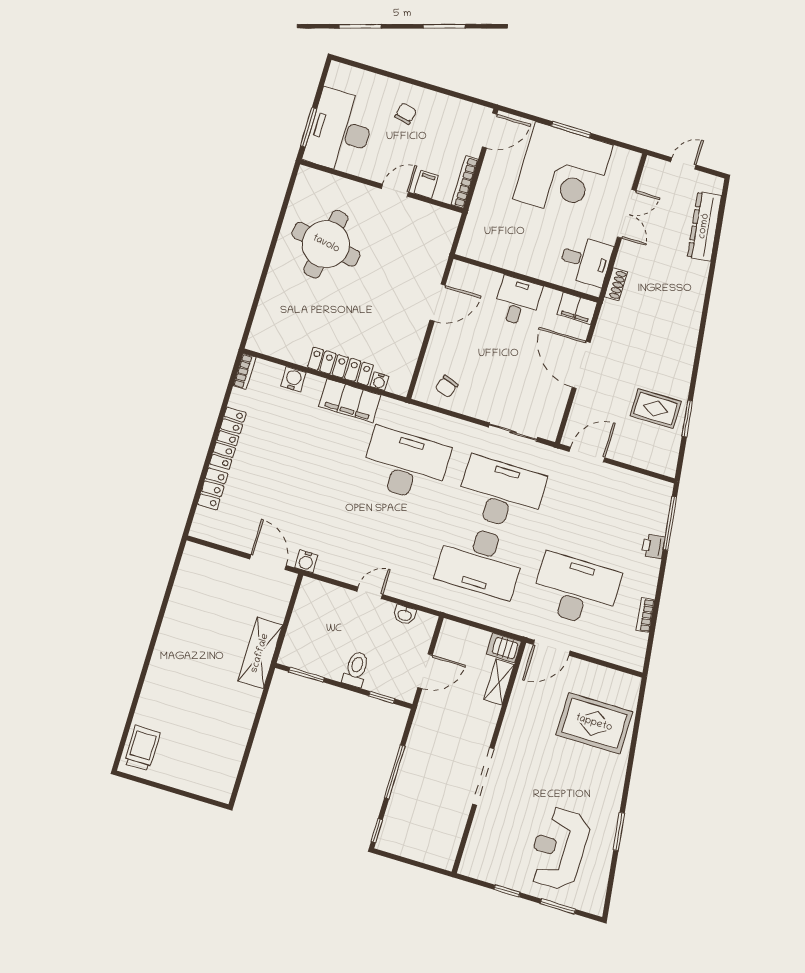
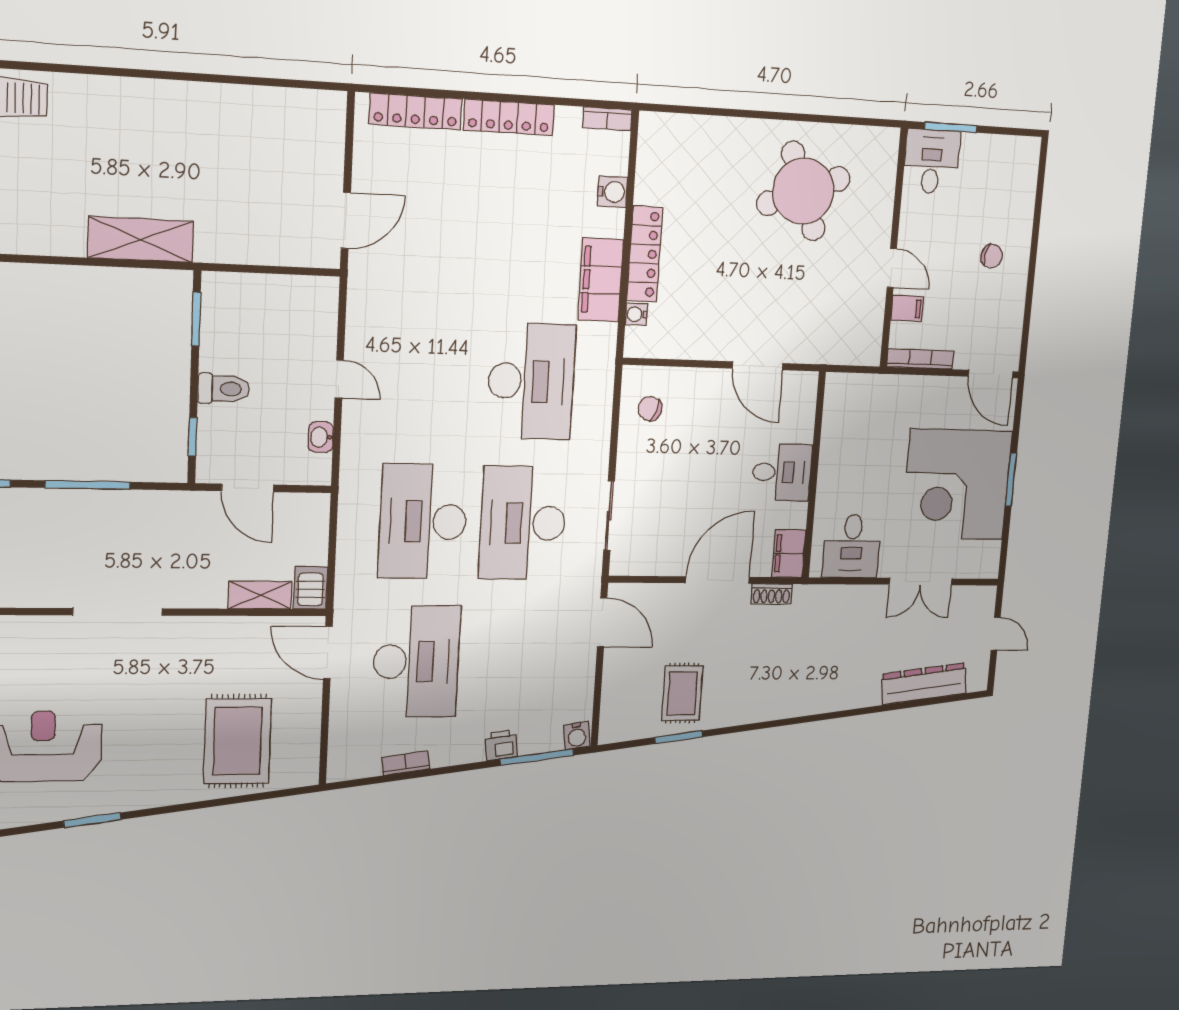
desk: (340, 131) -> (931, 162), width x0.53, depth x0.77
round table: (326, 244) -> (803, 191), turned -31
shoe rack: (616, 284) -> (772, 594), moved
locker: (213, 489) -> (416, 111), width x1.53
desk: (501, 493) -> (523, 523), turned 180
water cooler: (306, 561) -> (577, 736), moved, turned -97
shelving: (260, 653) -> (141, 239), moved

